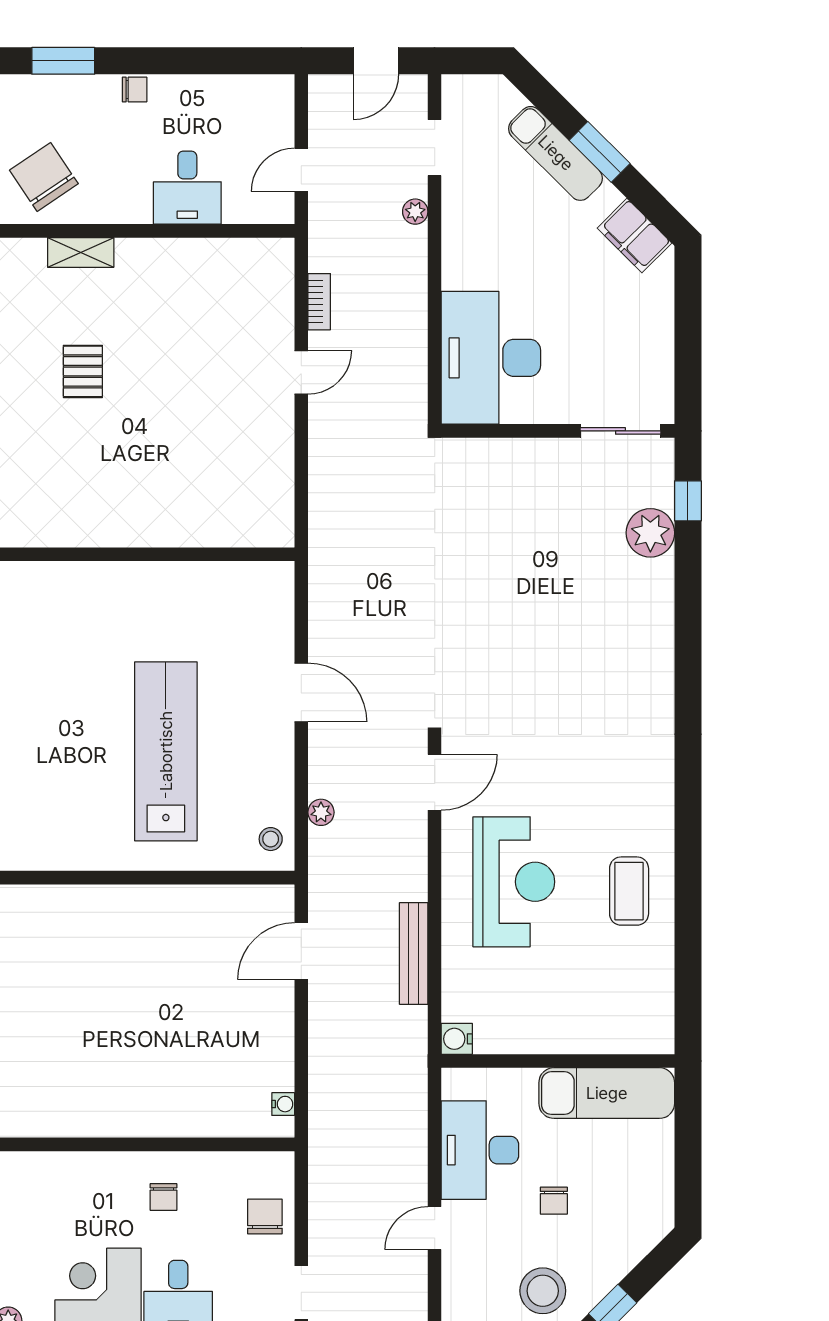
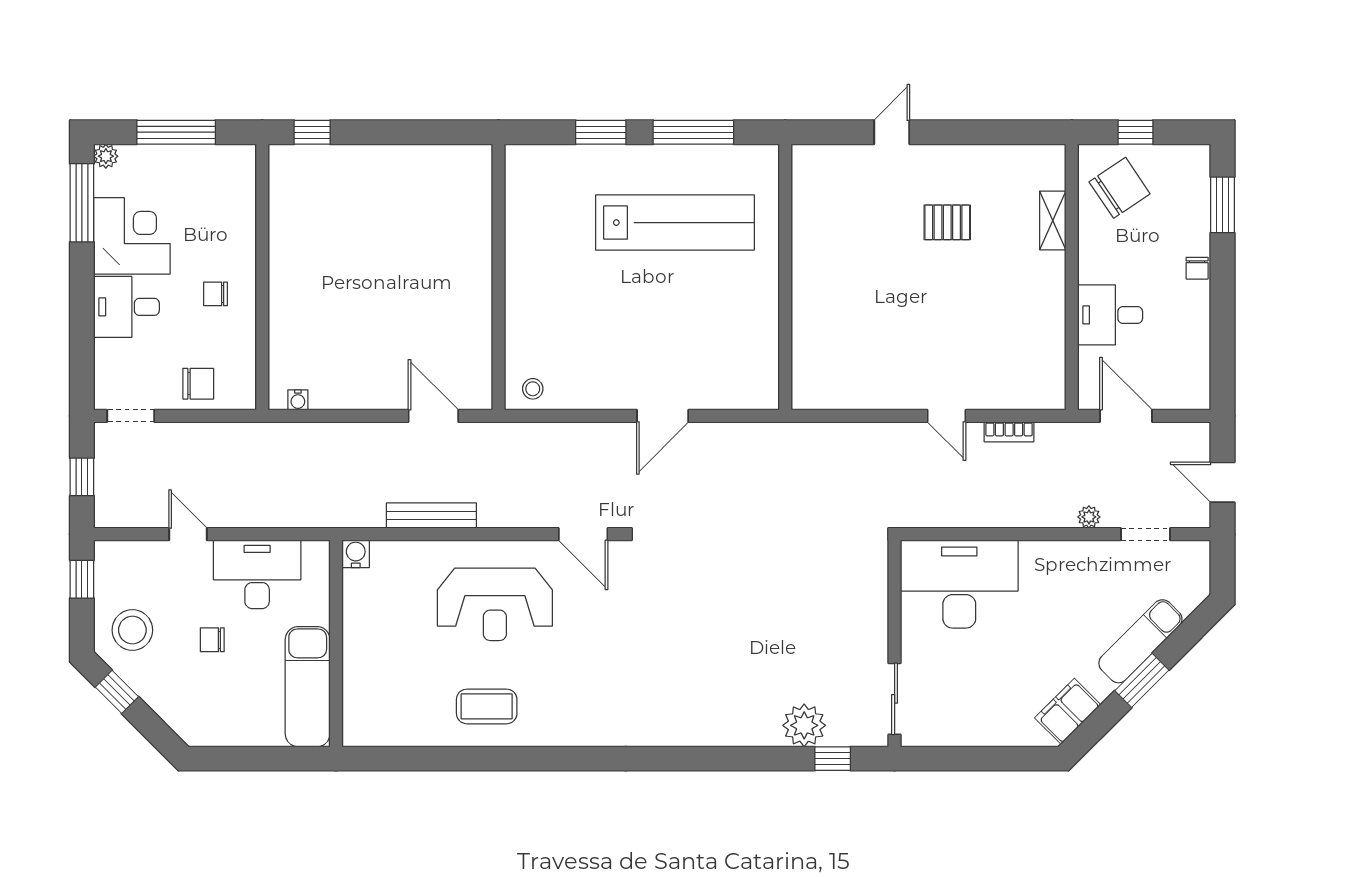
door: (301, 170) -> (1126, 416), width x1.38
lab bench: (166, 751) -> (675, 223), moved
plant: (321, 812) -> (556, 433), removed

